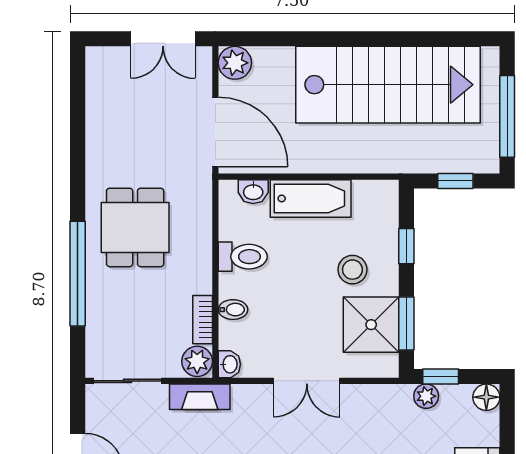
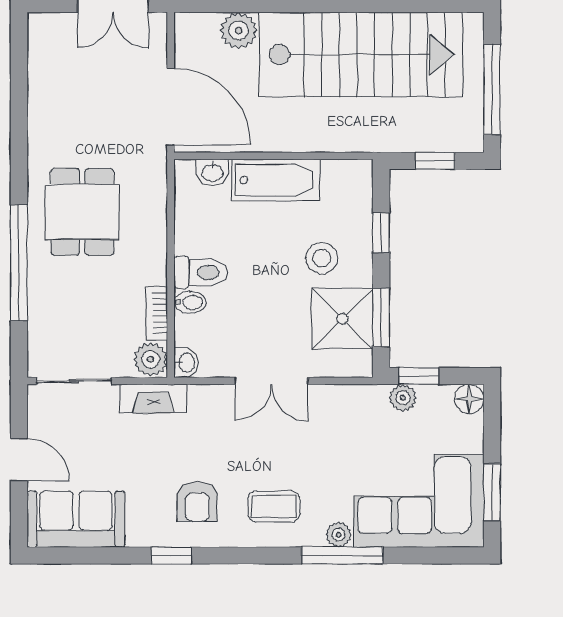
plant: (235, 63) -> (239, 30), moved
toilet: (243, 257) -> (201, 272), moved

